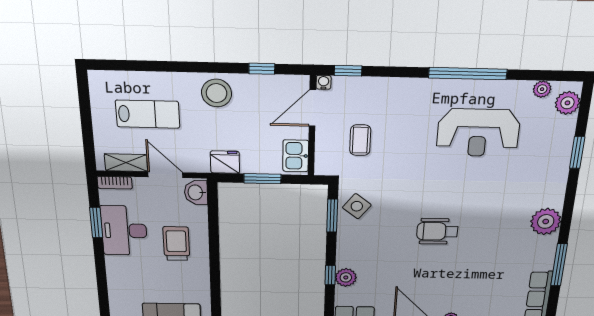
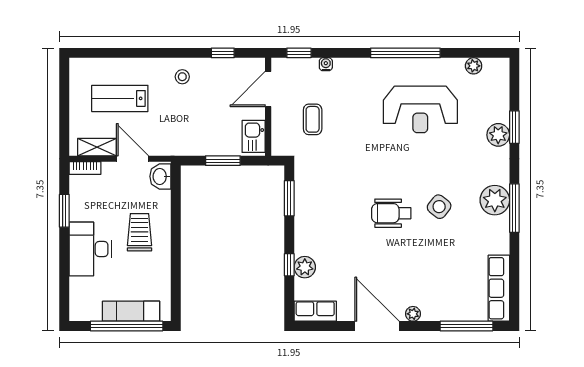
water cooler: (324, 82) -> (326, 64), moved
stool: (217, 93) -> (182, 77), width x0.53, depth x0.53
plant: (567, 103) -> (498, 135), moved
lab bench: (148, 114) -> (120, 98), turned 180
fridge: (225, 162) -> (188, 144), removed
side table: (357, 206) -> (439, 207), moved
desk: (124, 231) -> (90, 249), moved
window: (559, 265) -> (514, 208), moved

